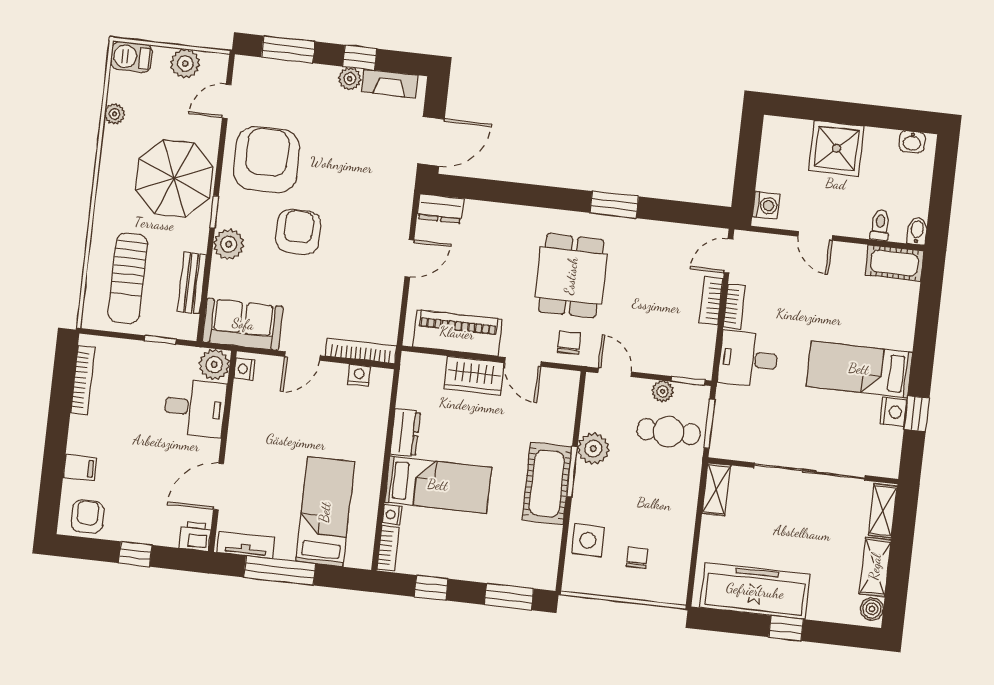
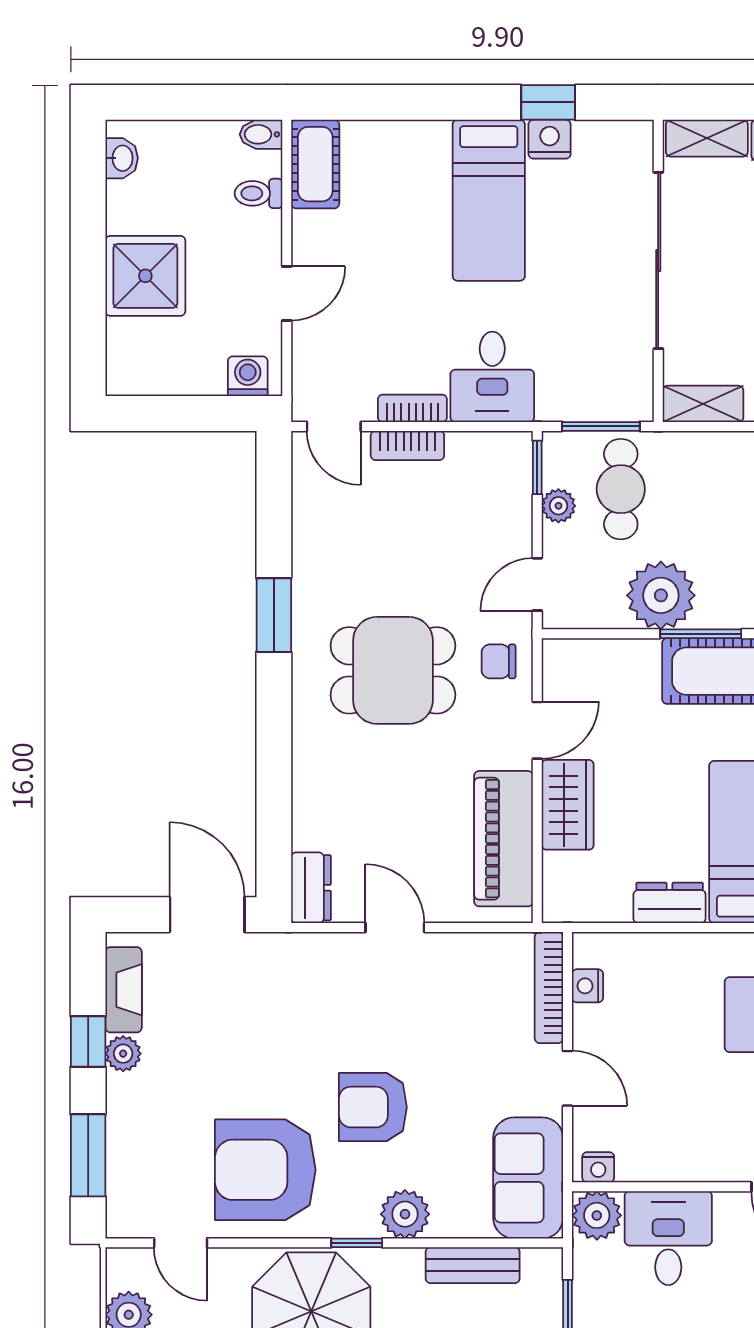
plant: (593, 449) -> (661, 595), width x1.36, depth x1.36

